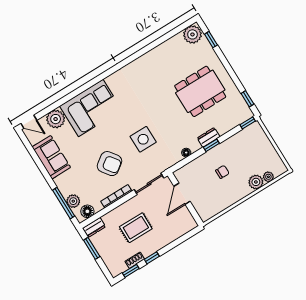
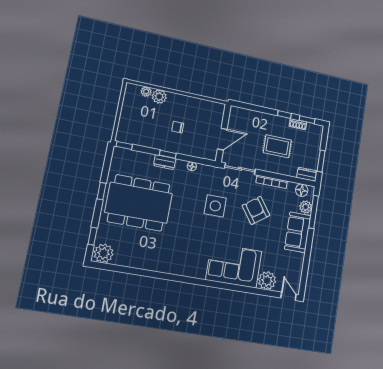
dining table: (200, 91) -> (139, 203), width x1.36, depth x1.24
window: (247, 99) -> (102, 191), moved
sofa: (51, 157) -> (298, 232), moved

